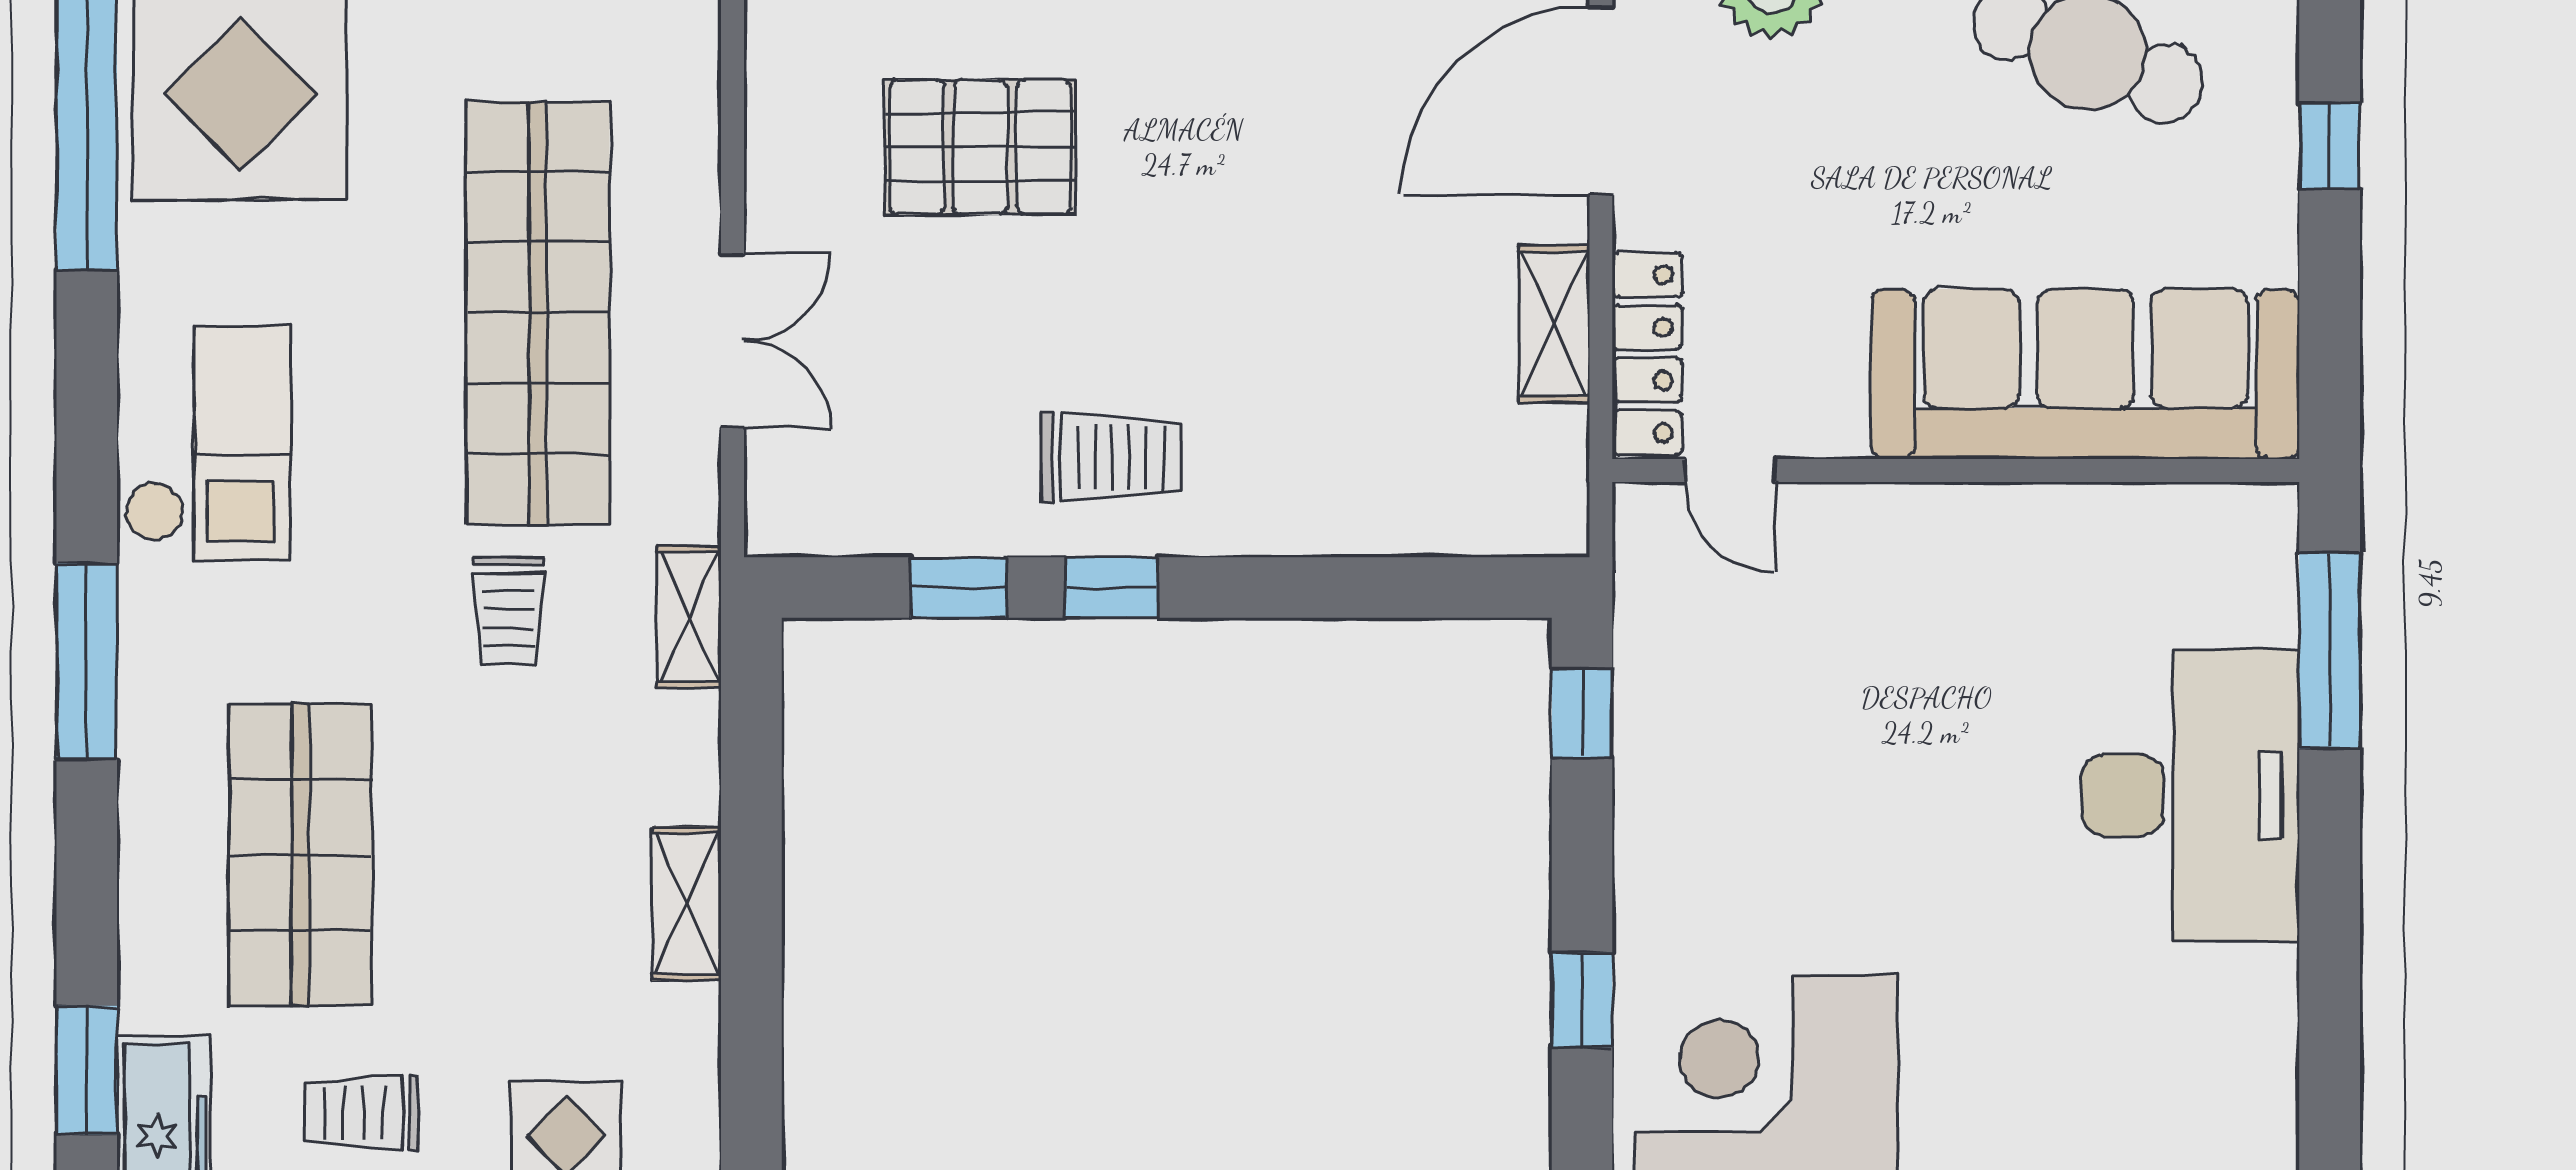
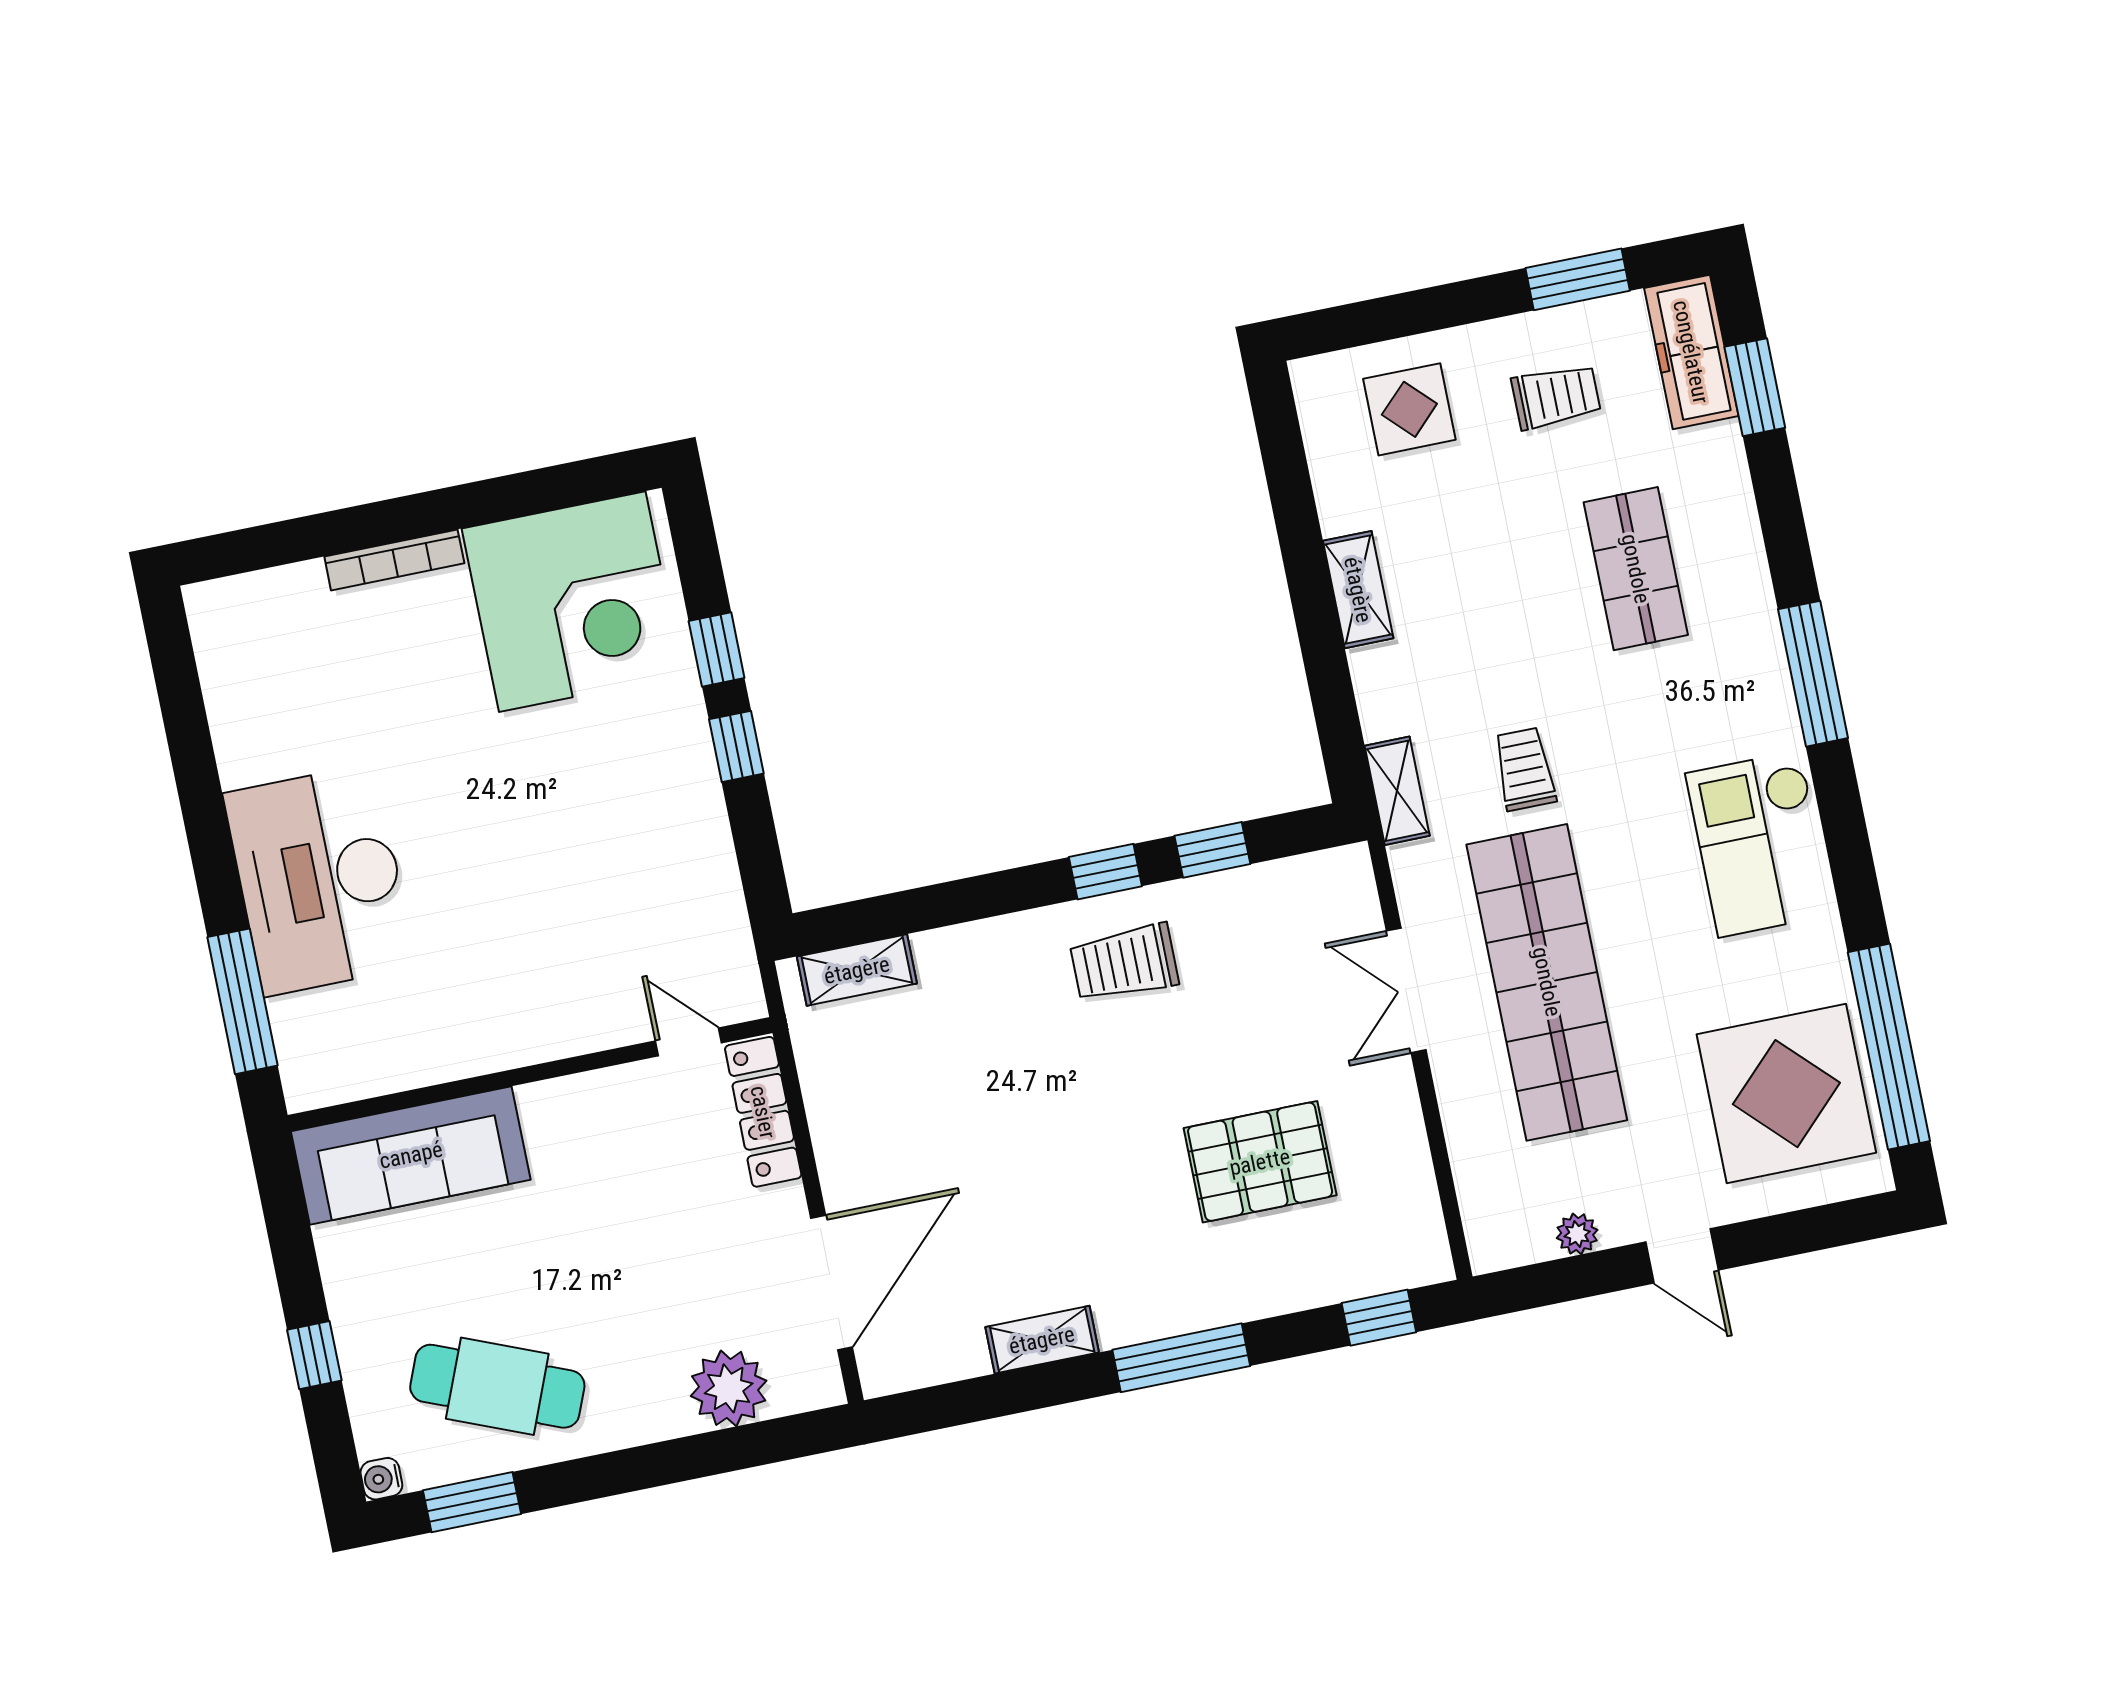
shelving: (1554, 324) -> (857, 970), moved, turned 90
sofa: (2085, 374) -> (411, 1155), width x0.74, depth x0.79
window: (1582, 713) -> (736, 746), moved
shop shelf: (300, 855) -> (1636, 569), width x0.70, depth x0.74

